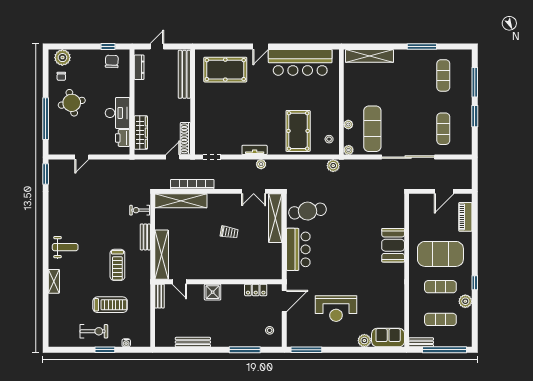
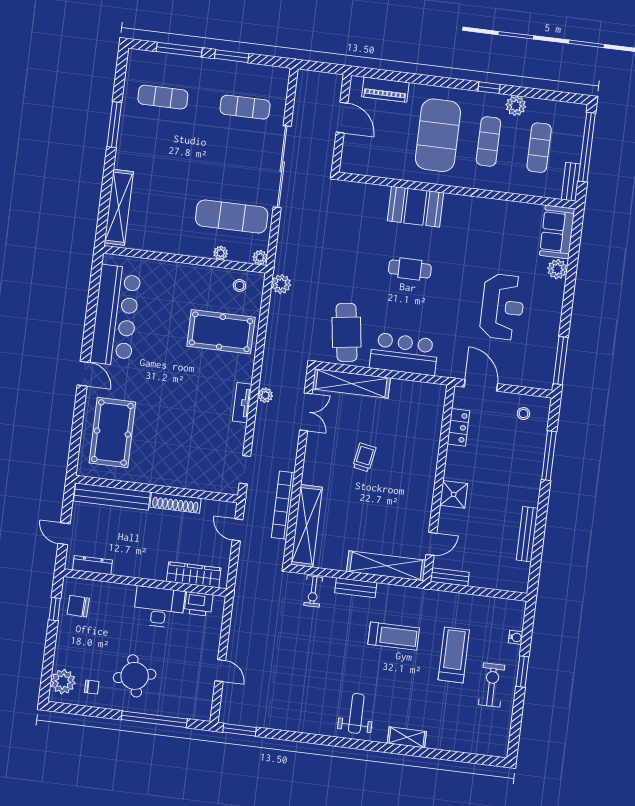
shoe rack: (185, 138) -> (176, 503), moved
cafe table: (353, 247) -> (410, 269), added

